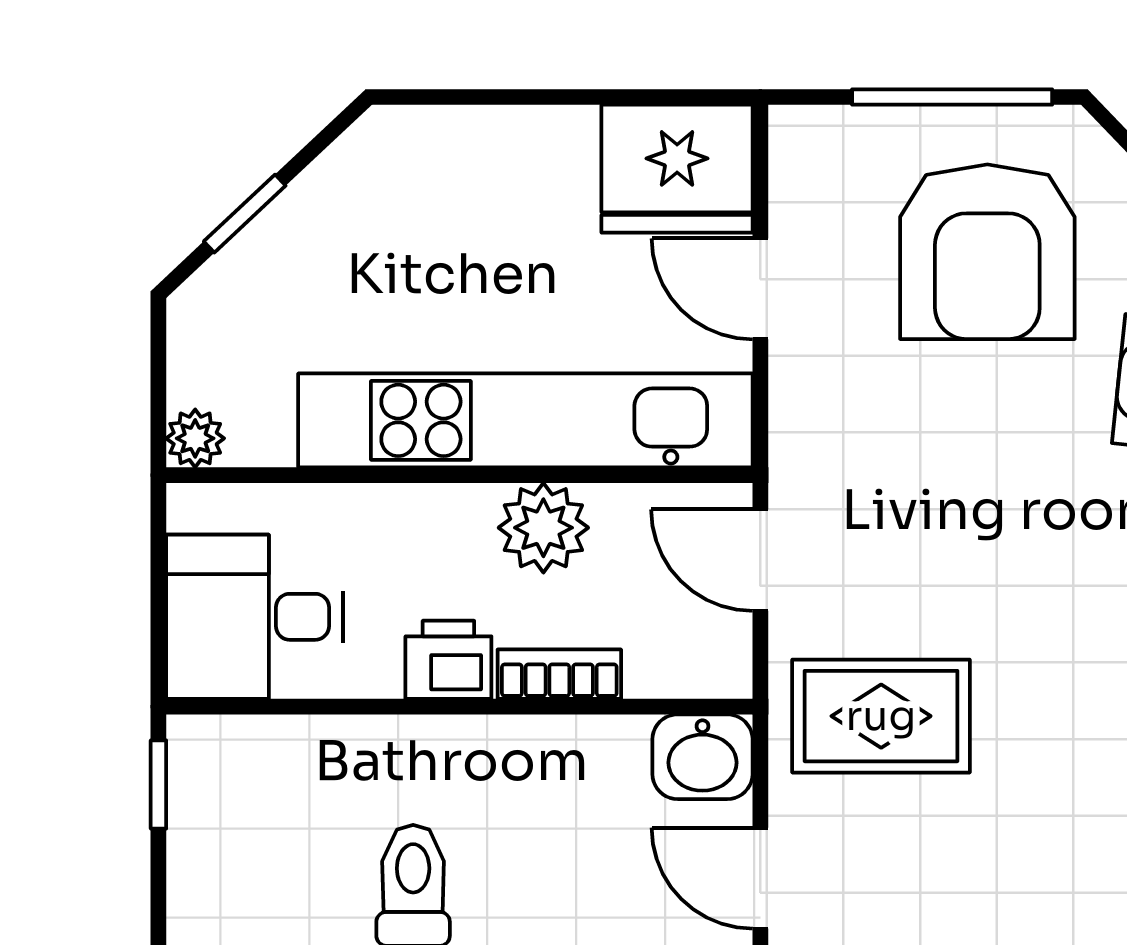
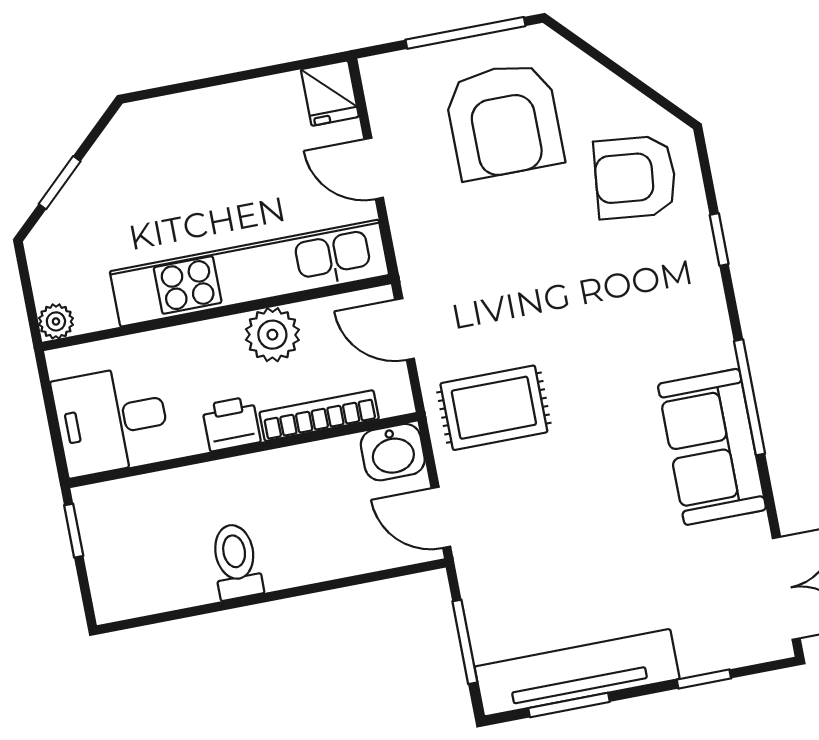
fridge: (677, 169) -> (330, 93), width x0.53, depth x0.75
bookcase: (559, 674) -> (319, 416), width x1.56

